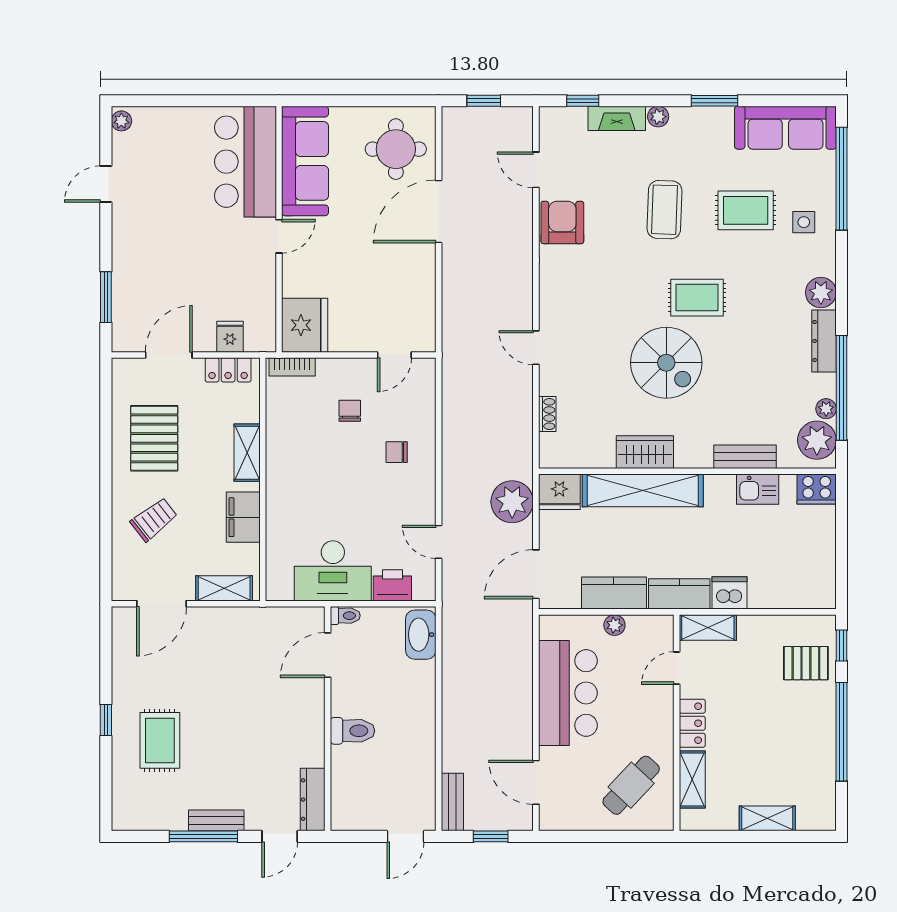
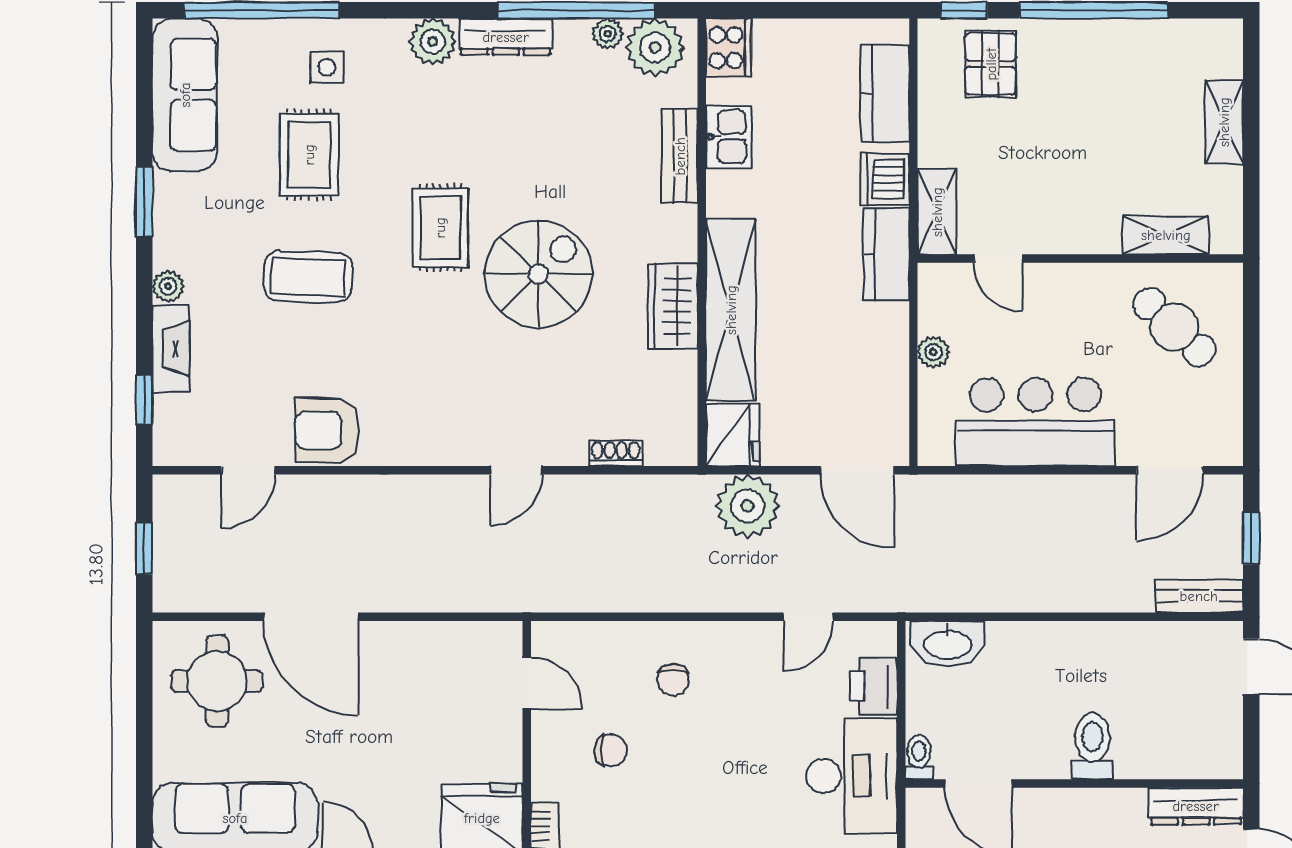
chair: (350, 411) -> (611, 750), turned 180
kitchen counter: (614, 593) -> (885, 93), moved
locker: (692, 723) -> (1081, 235), removed

